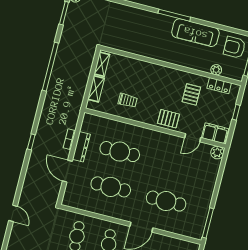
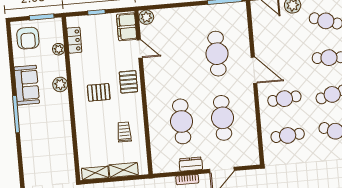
sofa: (195, 33) -> (27, 85), width x0.73
plant: (186, 61) -> (60, 84), added
pallet: (191, 94) -> (99, 92), moved
dresser: (81, 147) -> (191, 164), width x0.70

